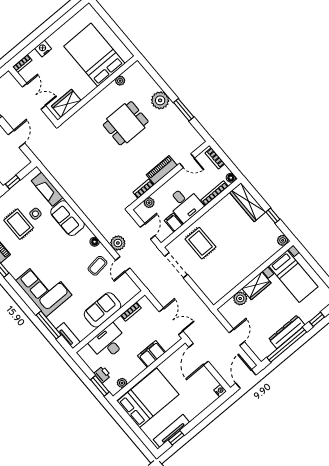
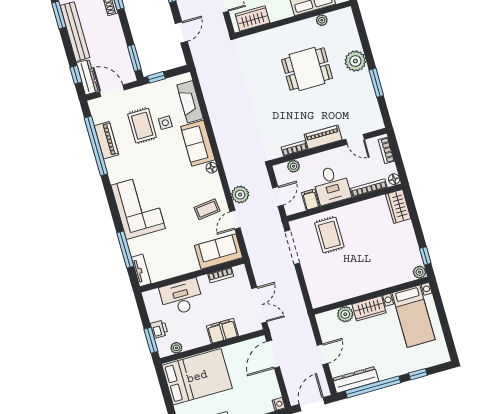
wardrobe: (248, 202) -> (398, 206), width x0.67
window: (273, 216) -> (425, 256), moved
floor lamp: (95, 242) -> (212, 168), moved
sofa: (103, 310) -> (219, 252), moved
dresser: (287, 332) -> (356, 380), moved

